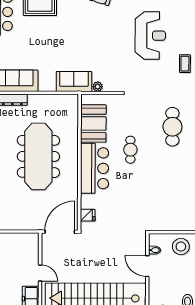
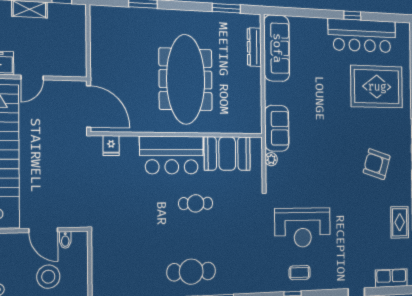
reception desk: (150, 36) -> (303, 227), moved
cafe table: (172, 127) -> (191, 272), moved
meeting table: (38, 156) -> (186, 79), turned 90
stool: (181, 247) -> (48, 277), moved
door: (147, 266) -> (43, 230), swing flipped

